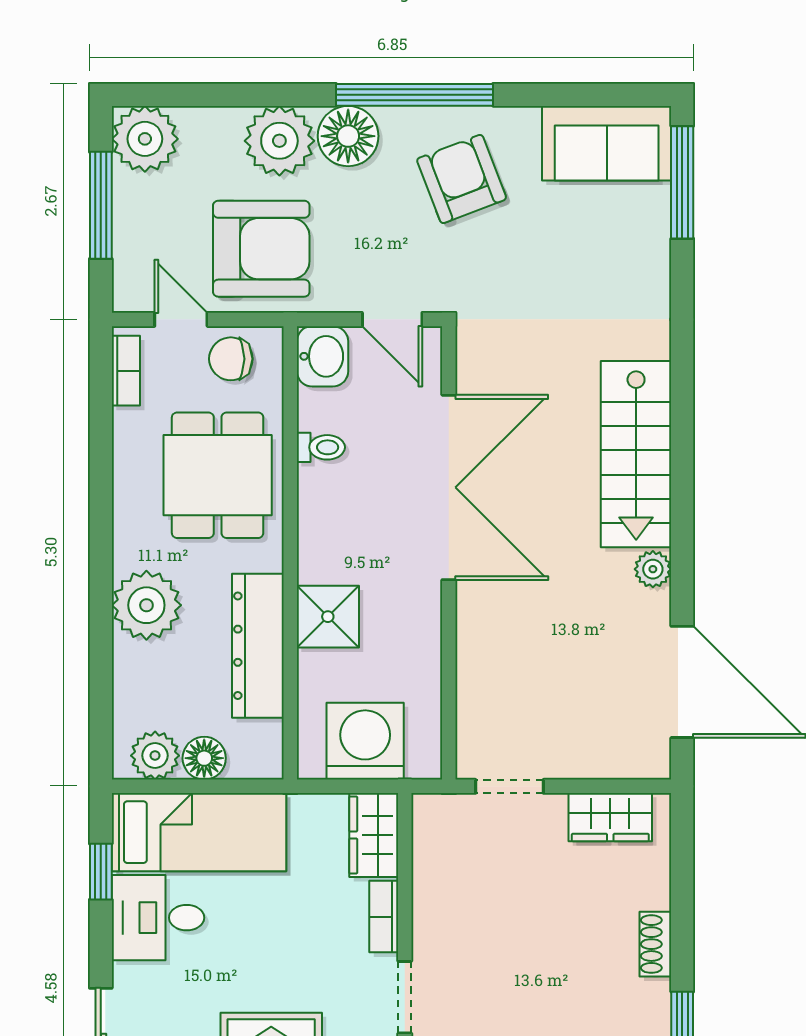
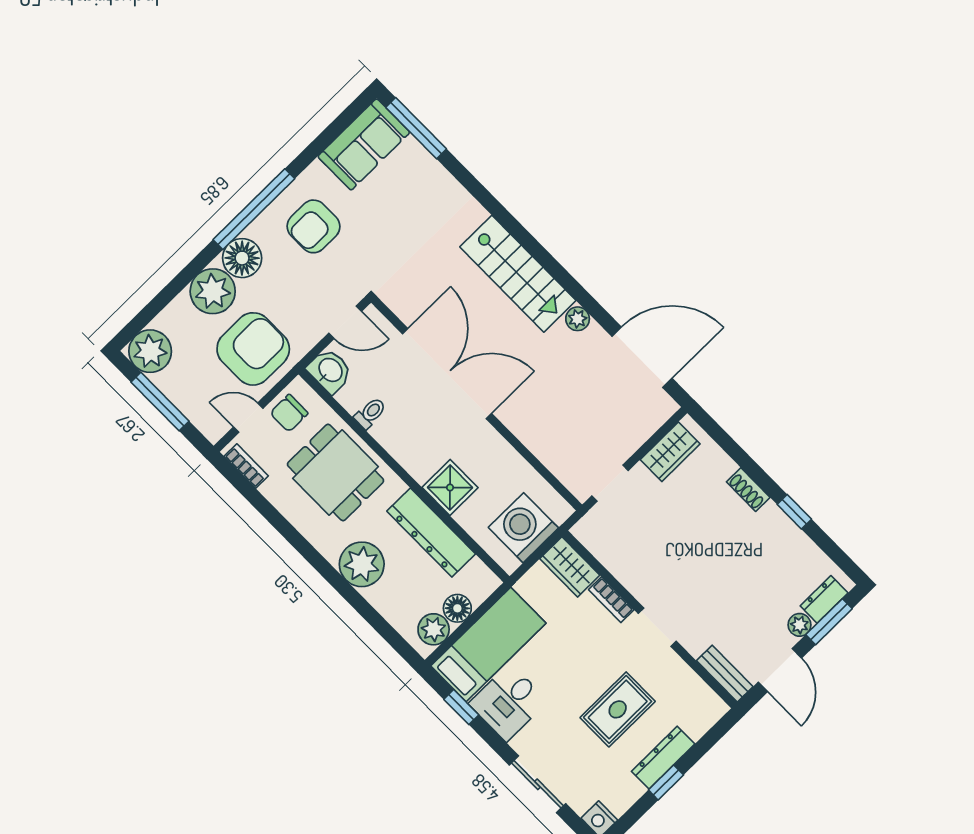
armchair: (462, 179) -> (313, 226), turned -69

